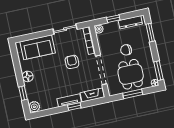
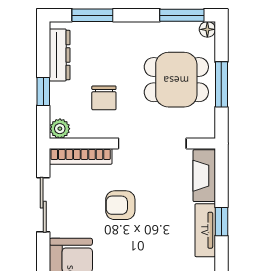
chair: (126, 50) -> (104, 98), moved

